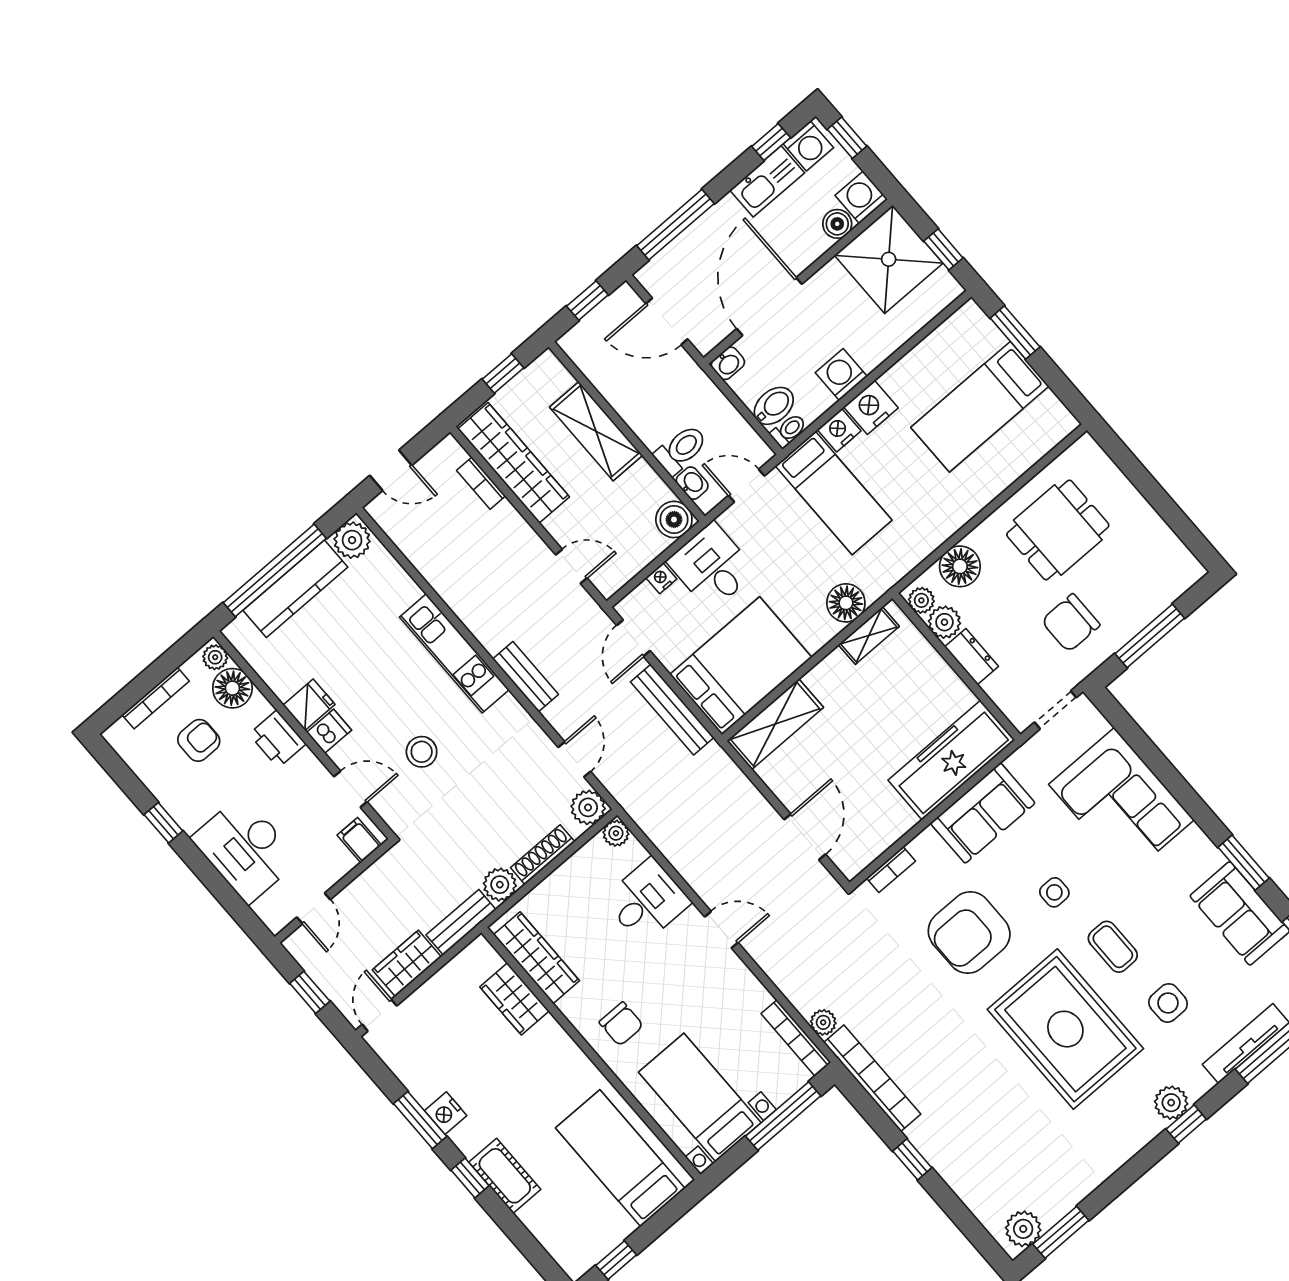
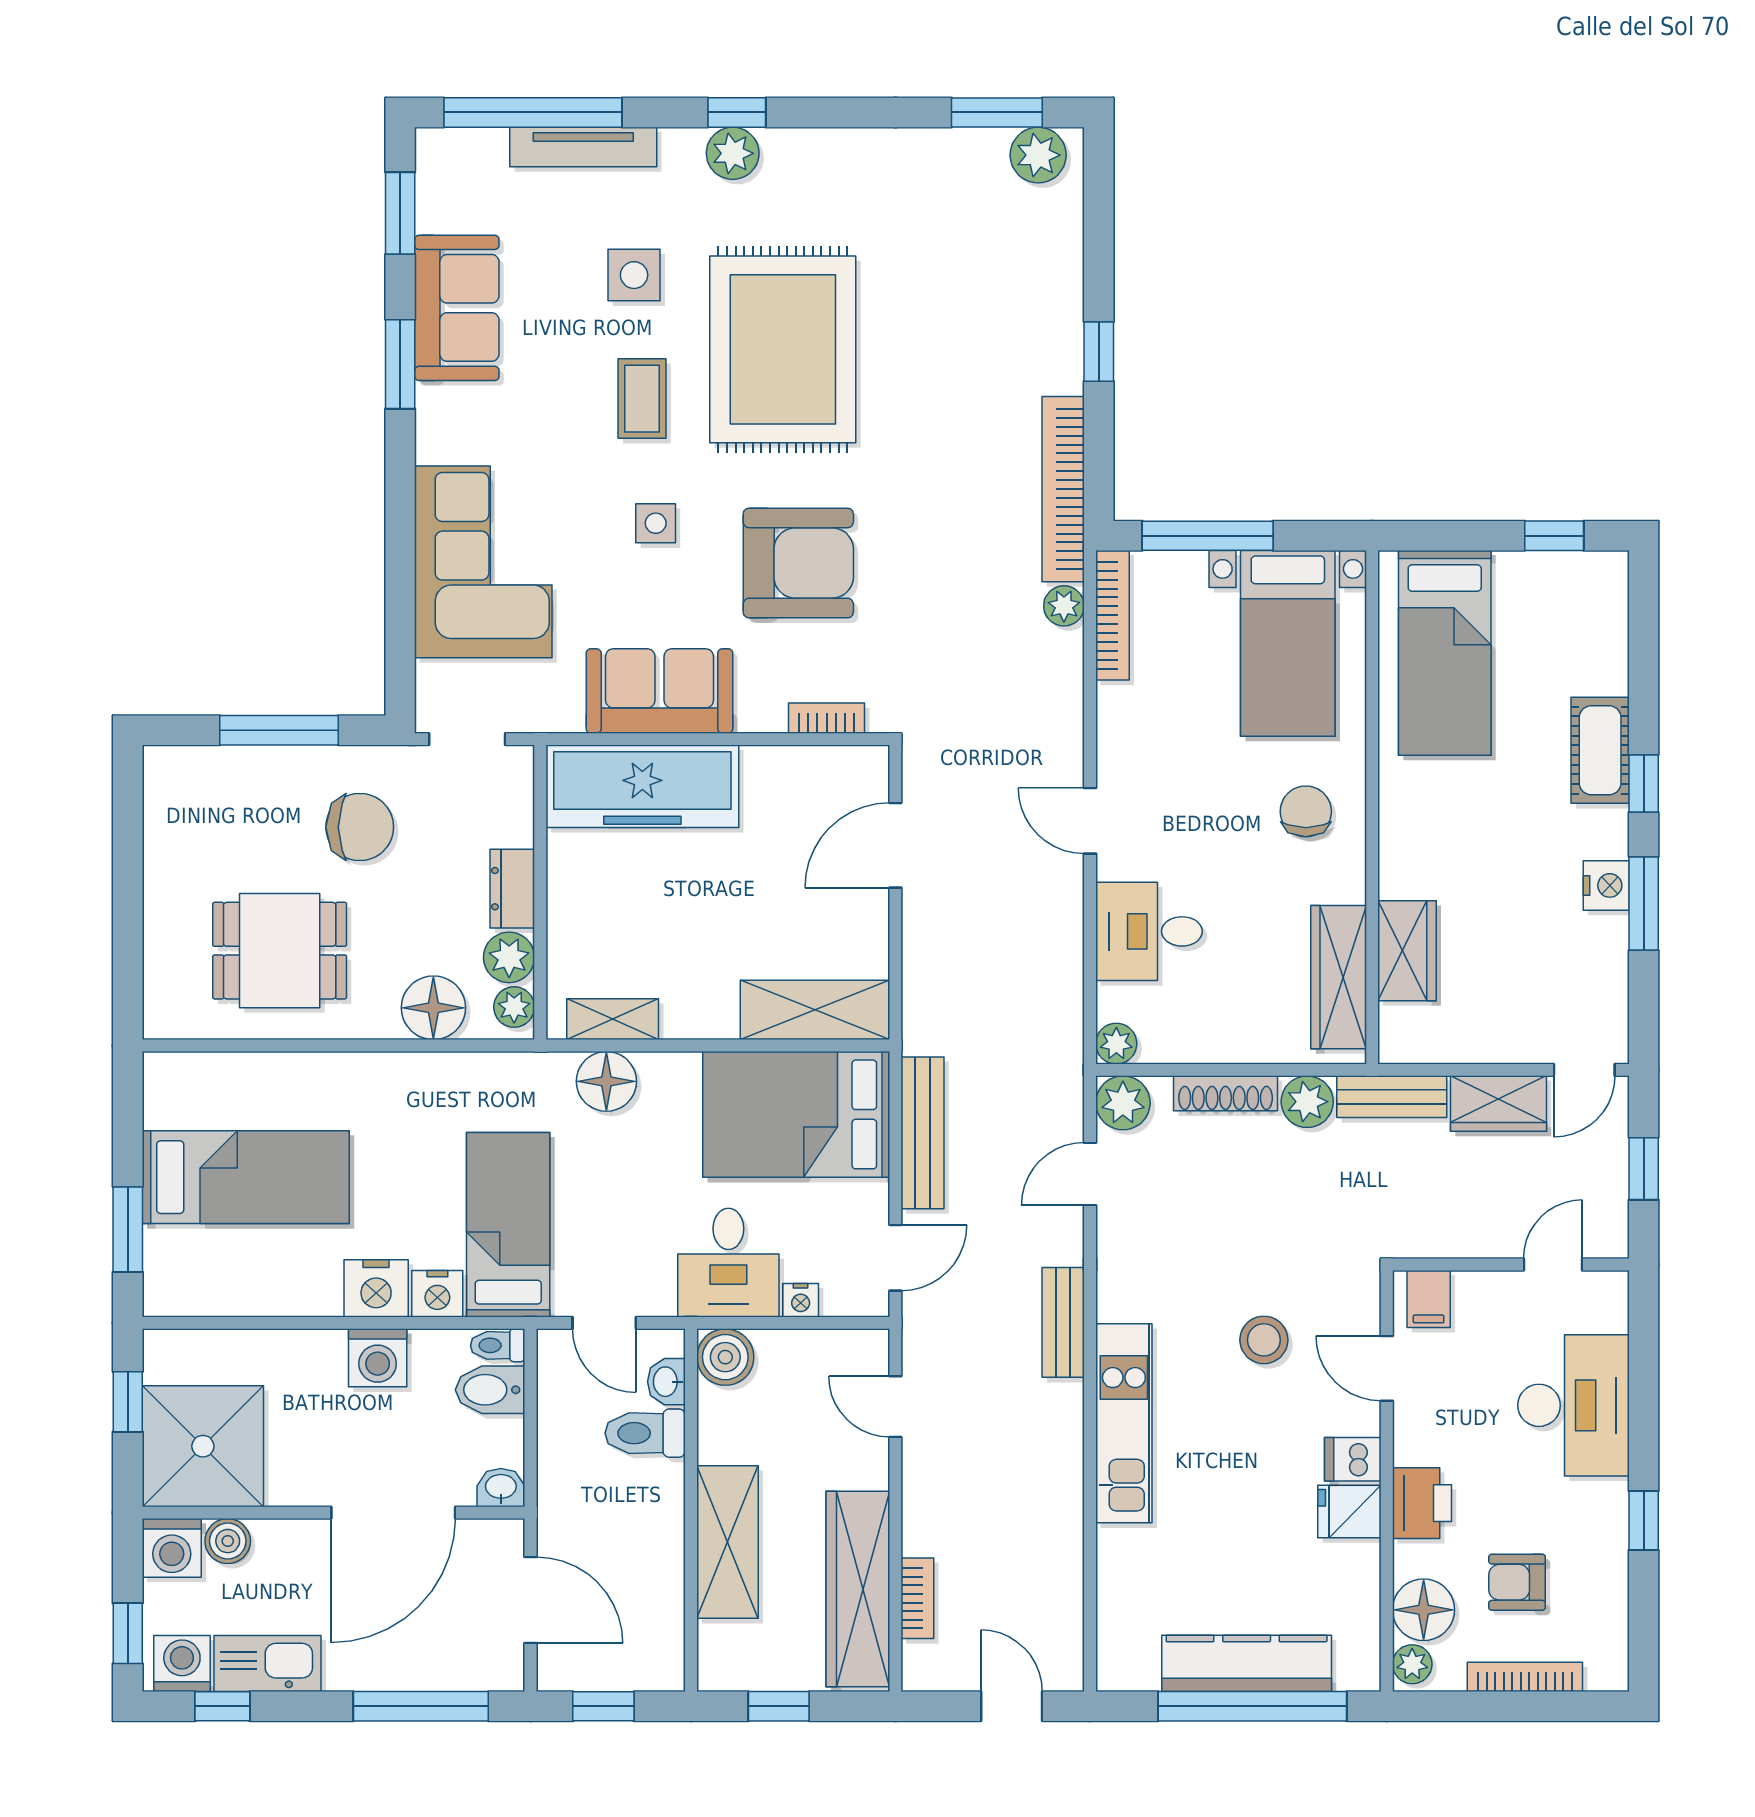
plant: (352, 540) -> (1129, 1663), removed

